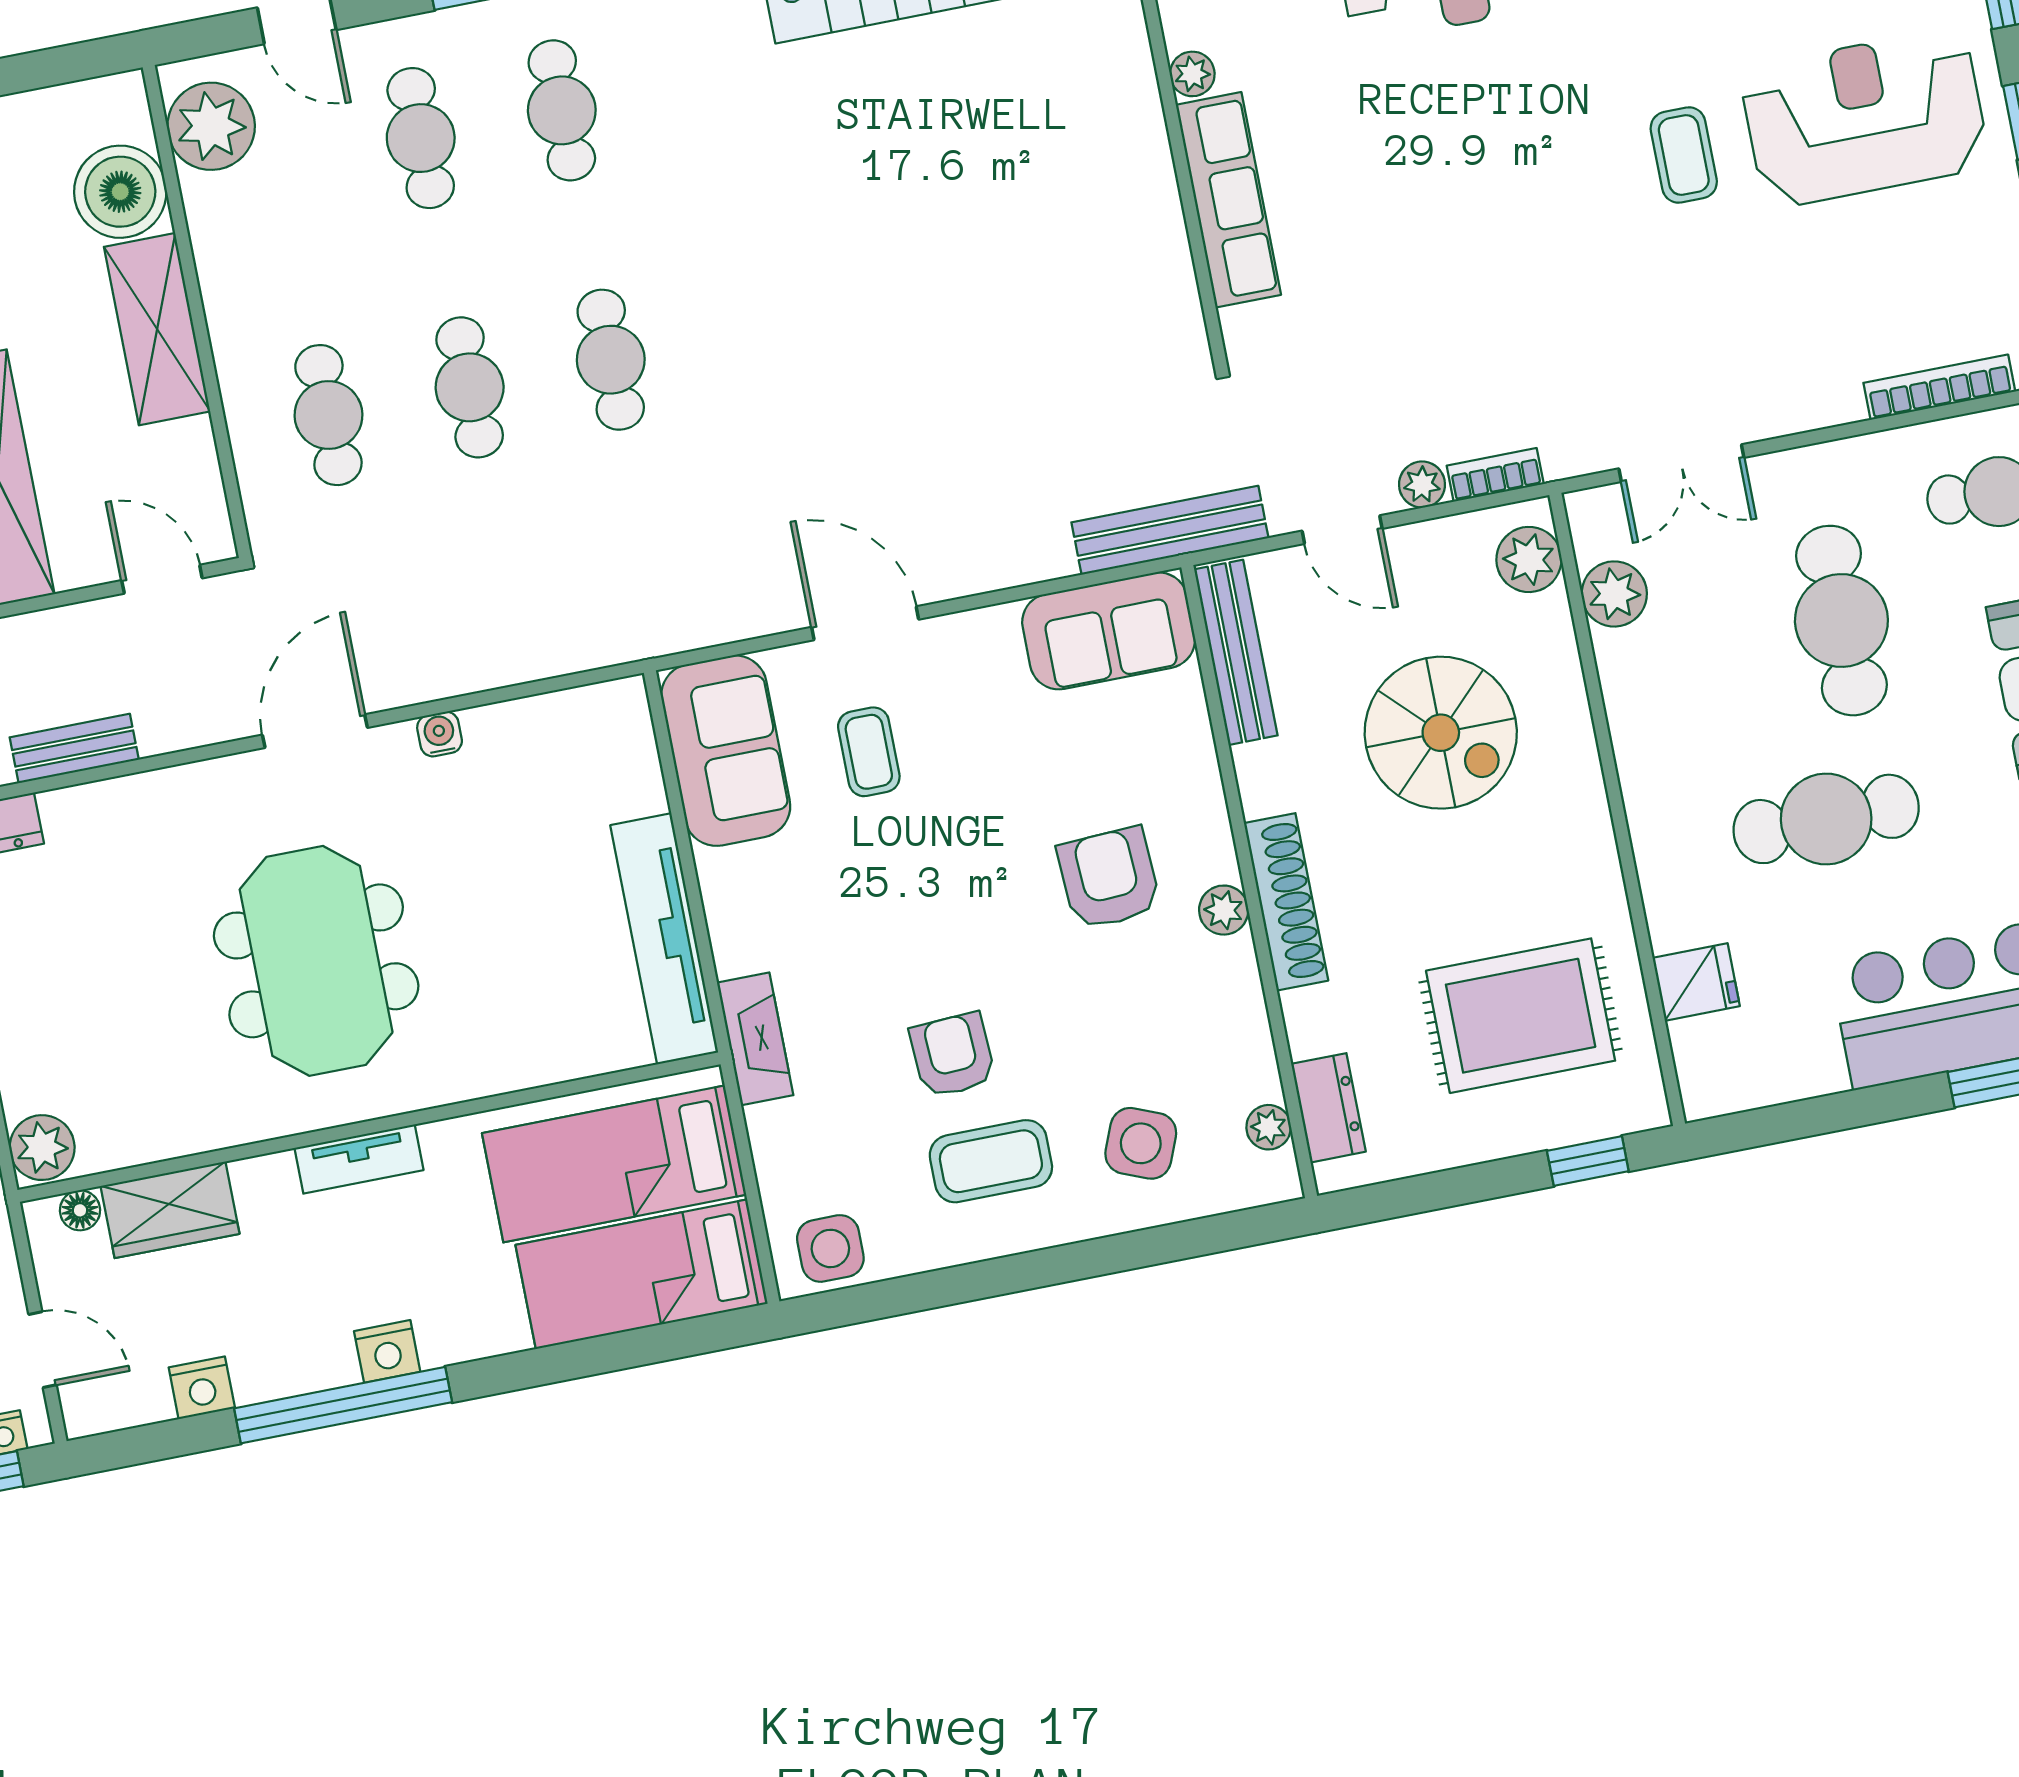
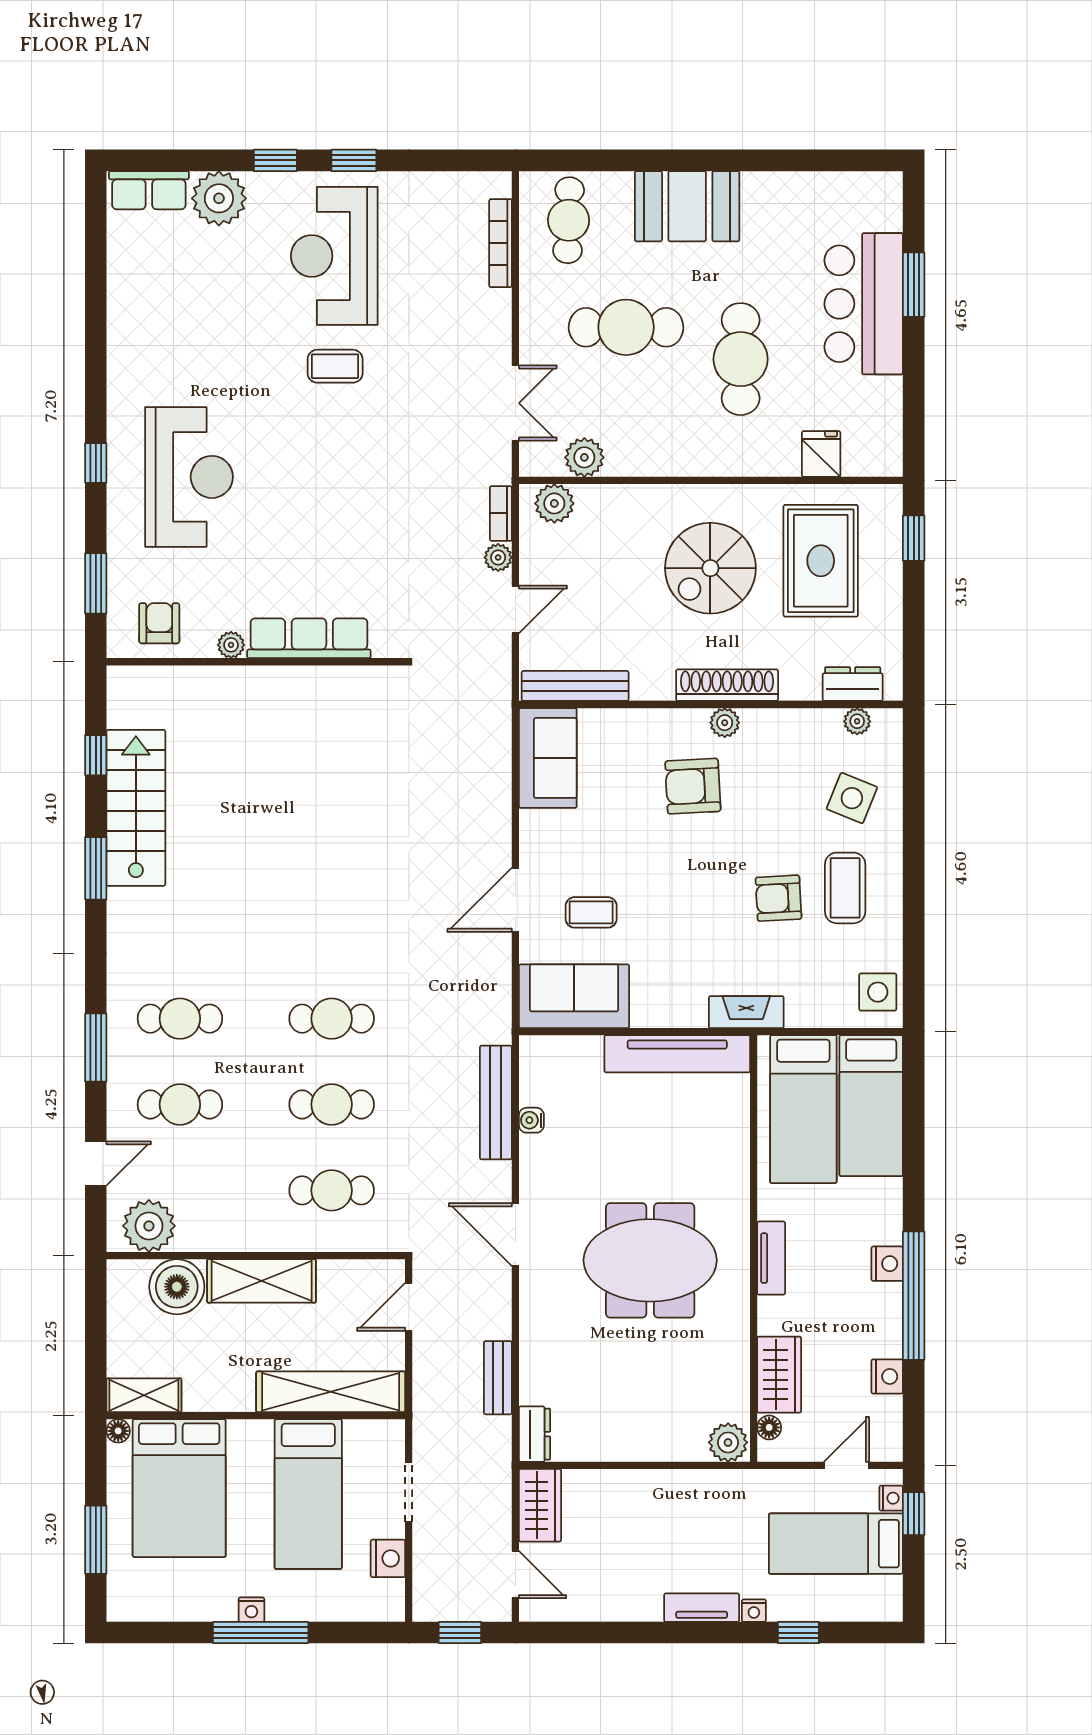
bench: (1170, 530) -> (496, 1103), moved
spiral stairs: (1441, 733) -> (710, 568), moved, turned 180
water cooler: (440, 734) -> (531, 1120), moved

